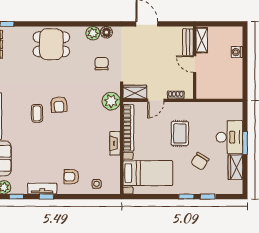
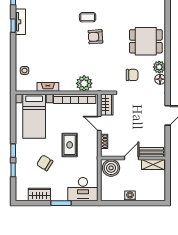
dining table: (51, 44) -> (146, 41), moved, turned 90
washing machine: (237, 52) -> (130, 196), moved
boiler: (206, 87) -> (111, 168), added
plant: (111, 101) -> (84, 83), moved
rug: (180, 133) -> (70, 145), turned 90
desk: (229, 137) -> (83, 189), moved
fireplace: (115, 143) -> (48, 87), moved
armchair: (71, 177) -> (31, 48), removed

